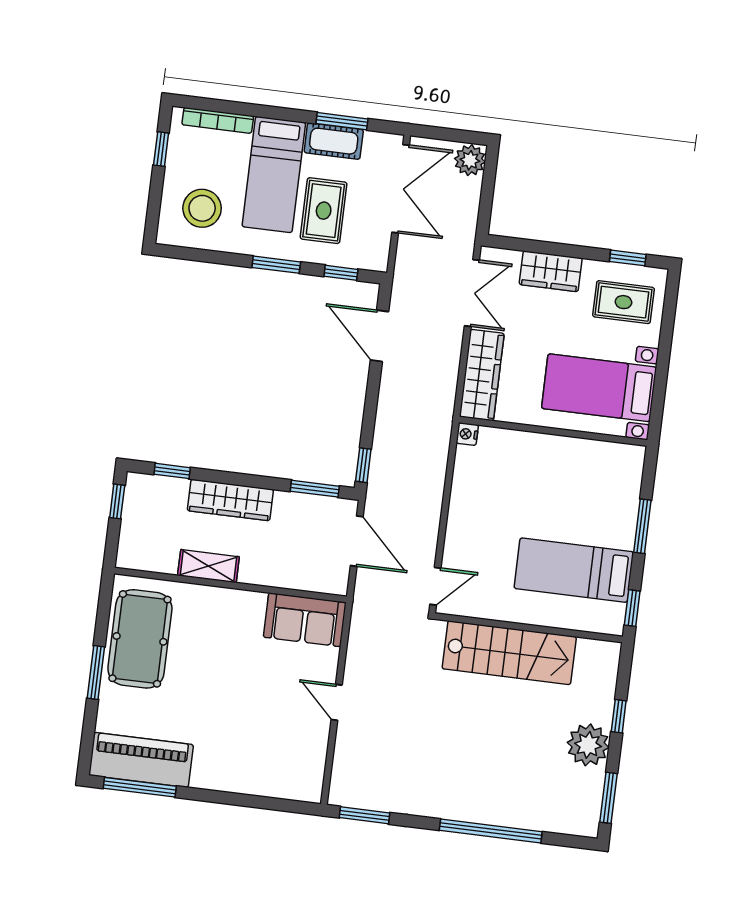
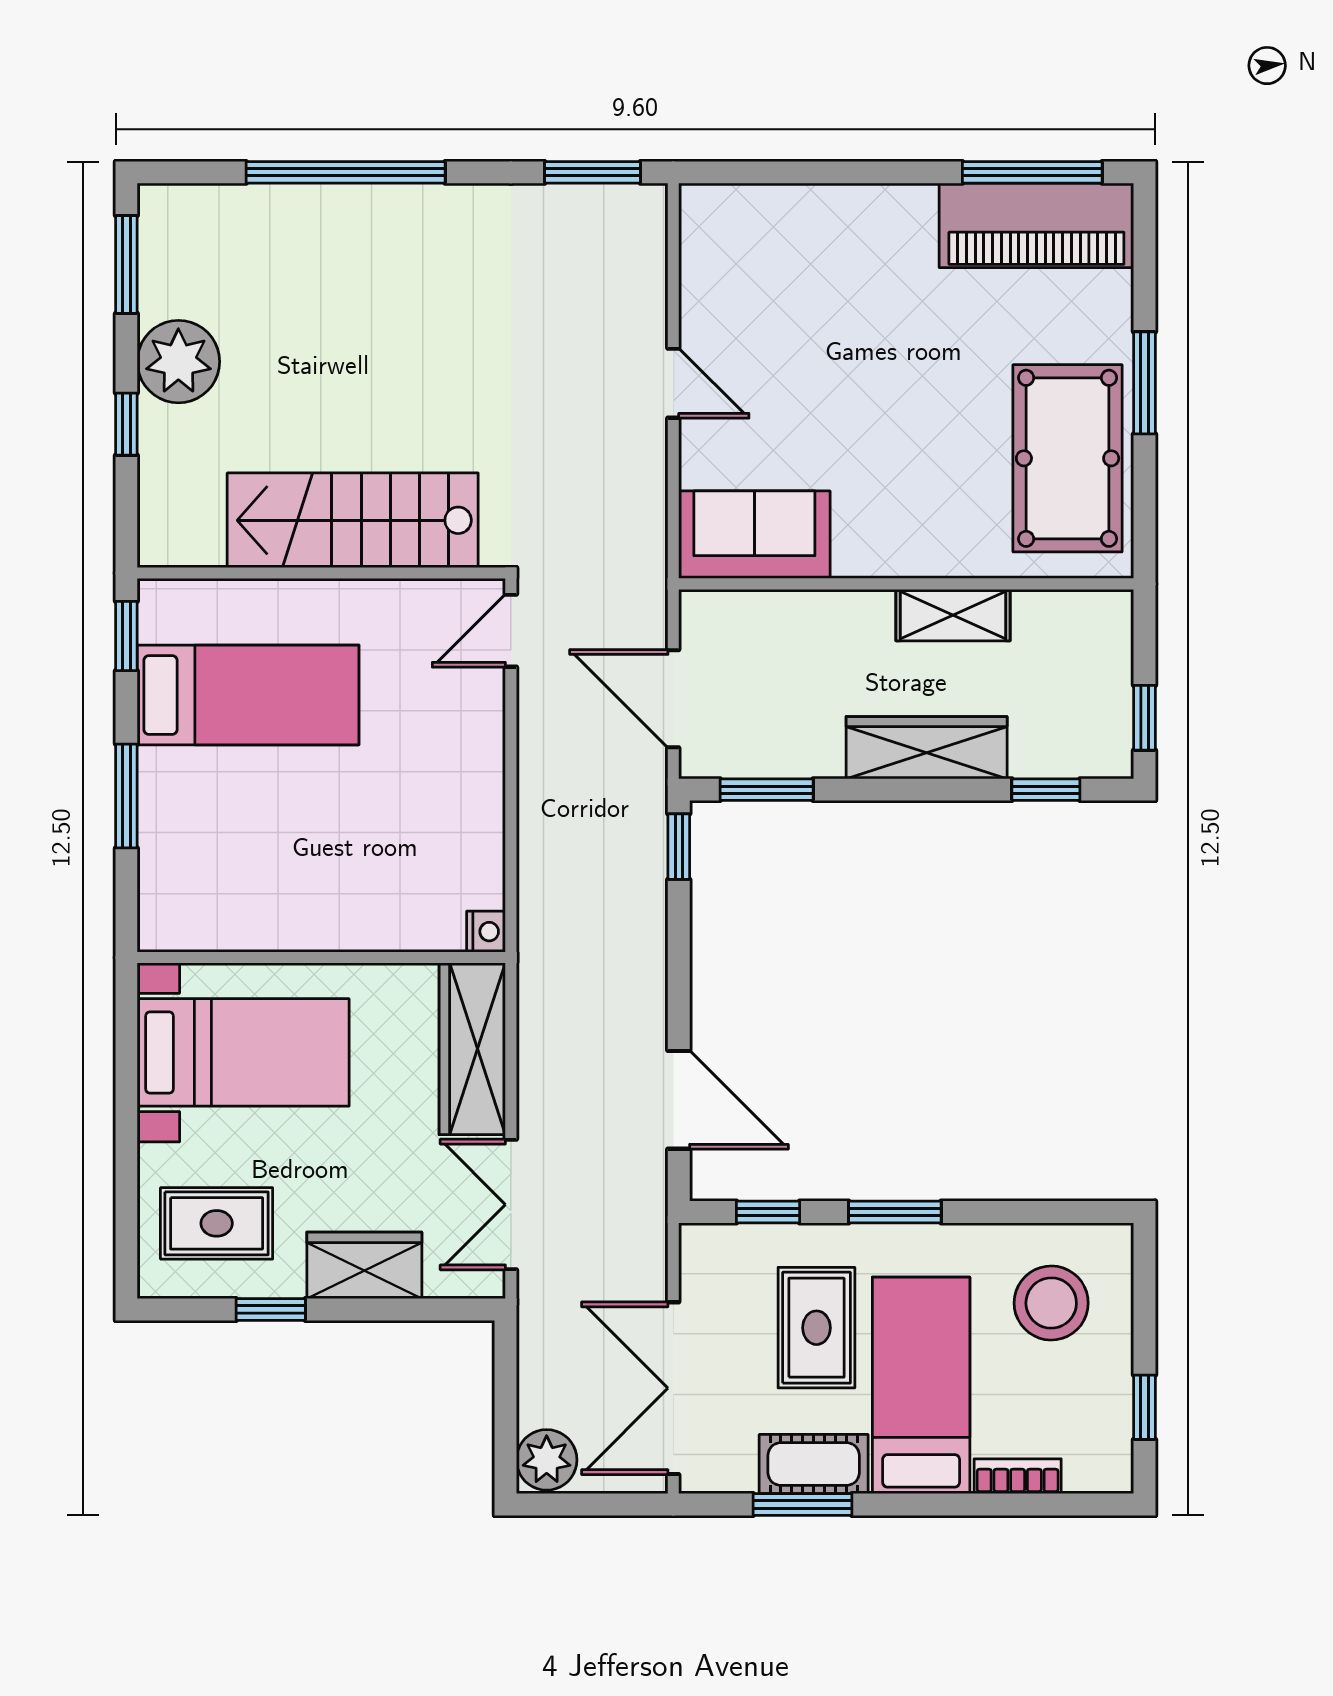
bookcase: (218, 120) -> (1018, 1476), width x0.64
window: (628, 258) -> (271, 1309), moved

